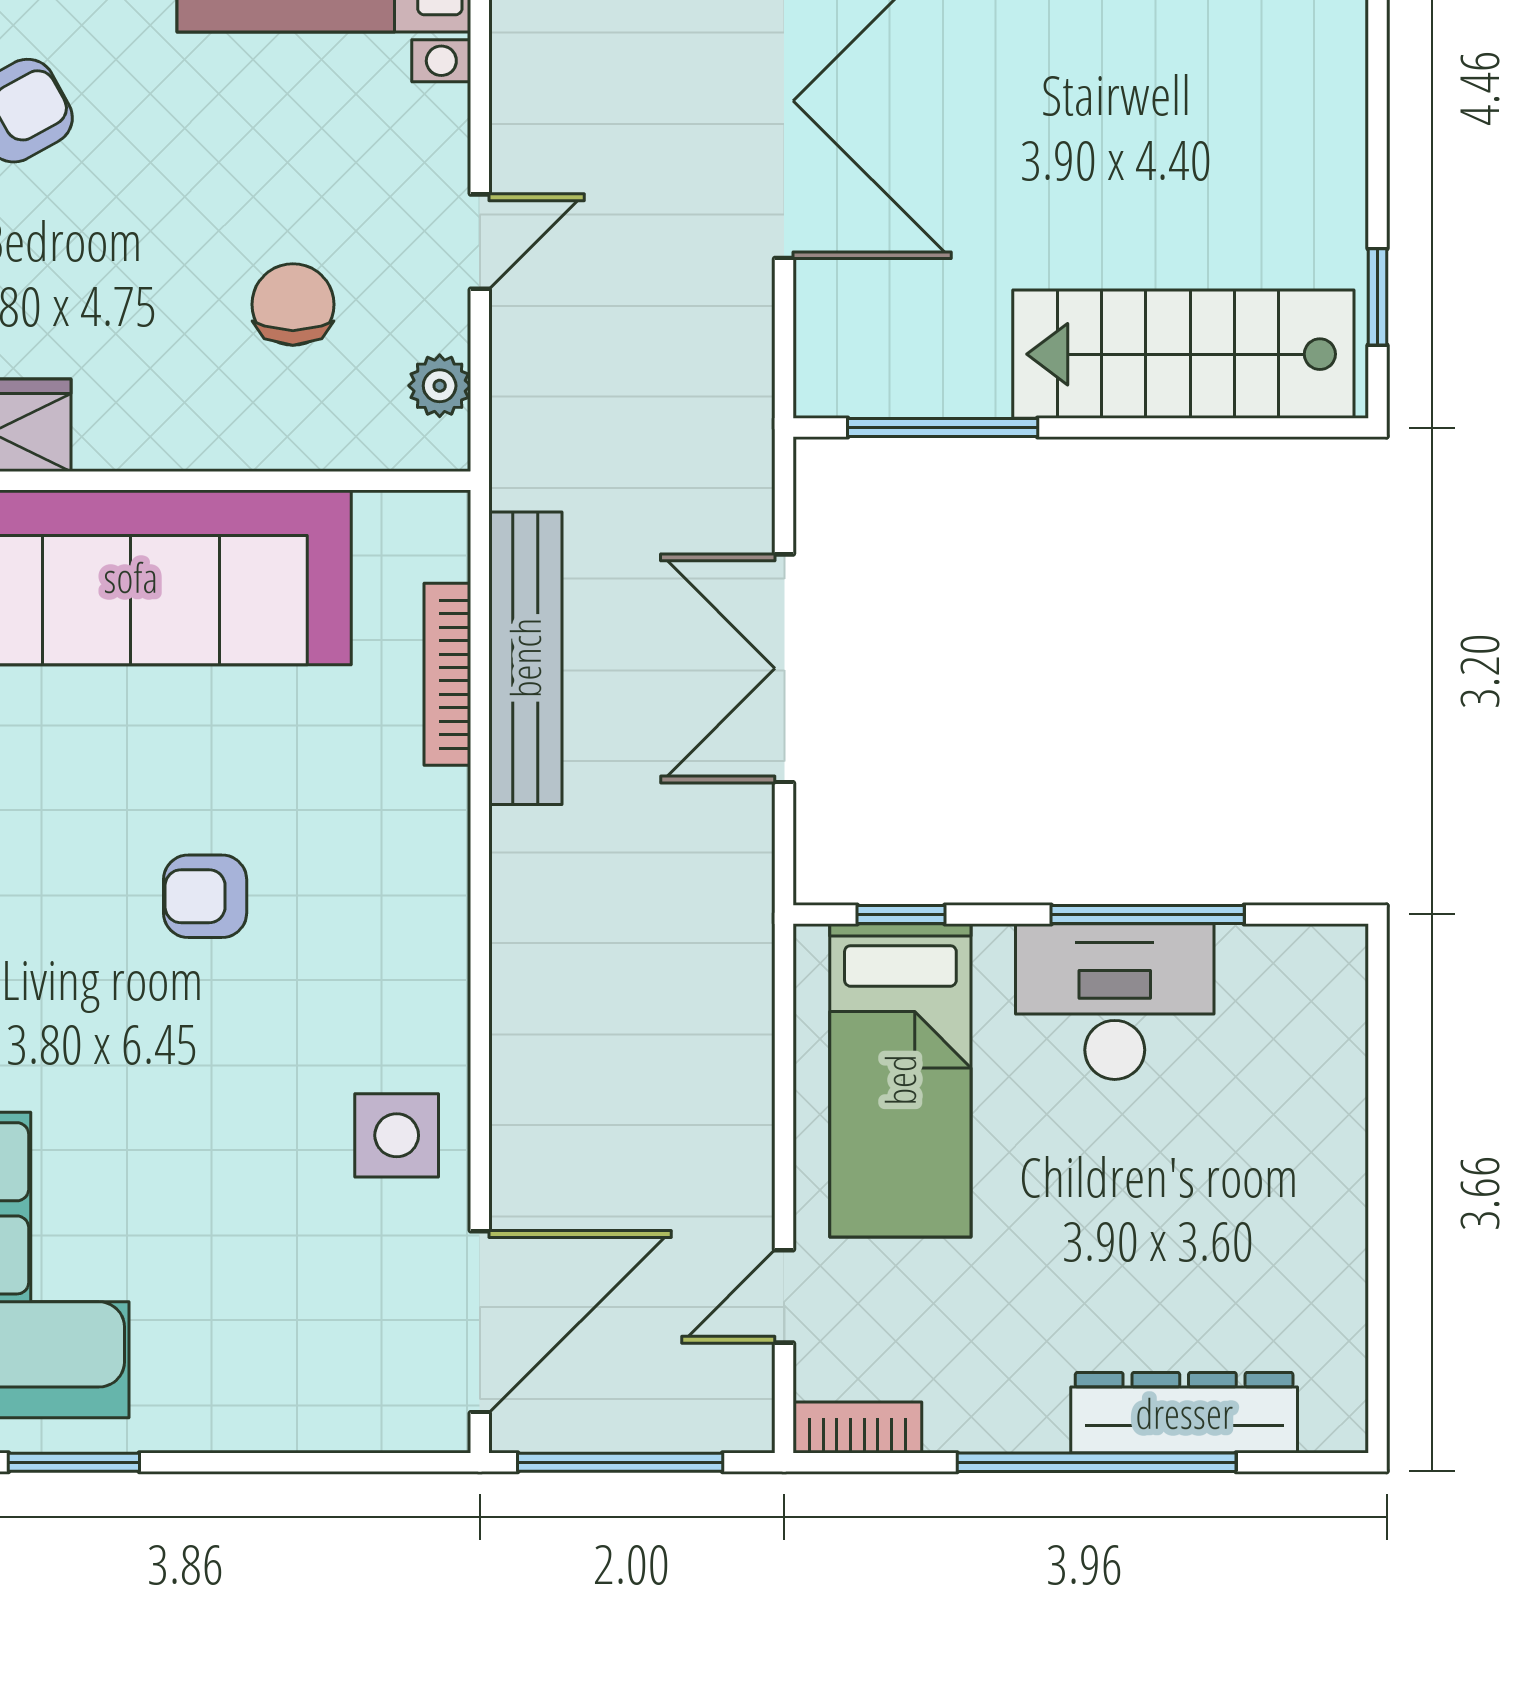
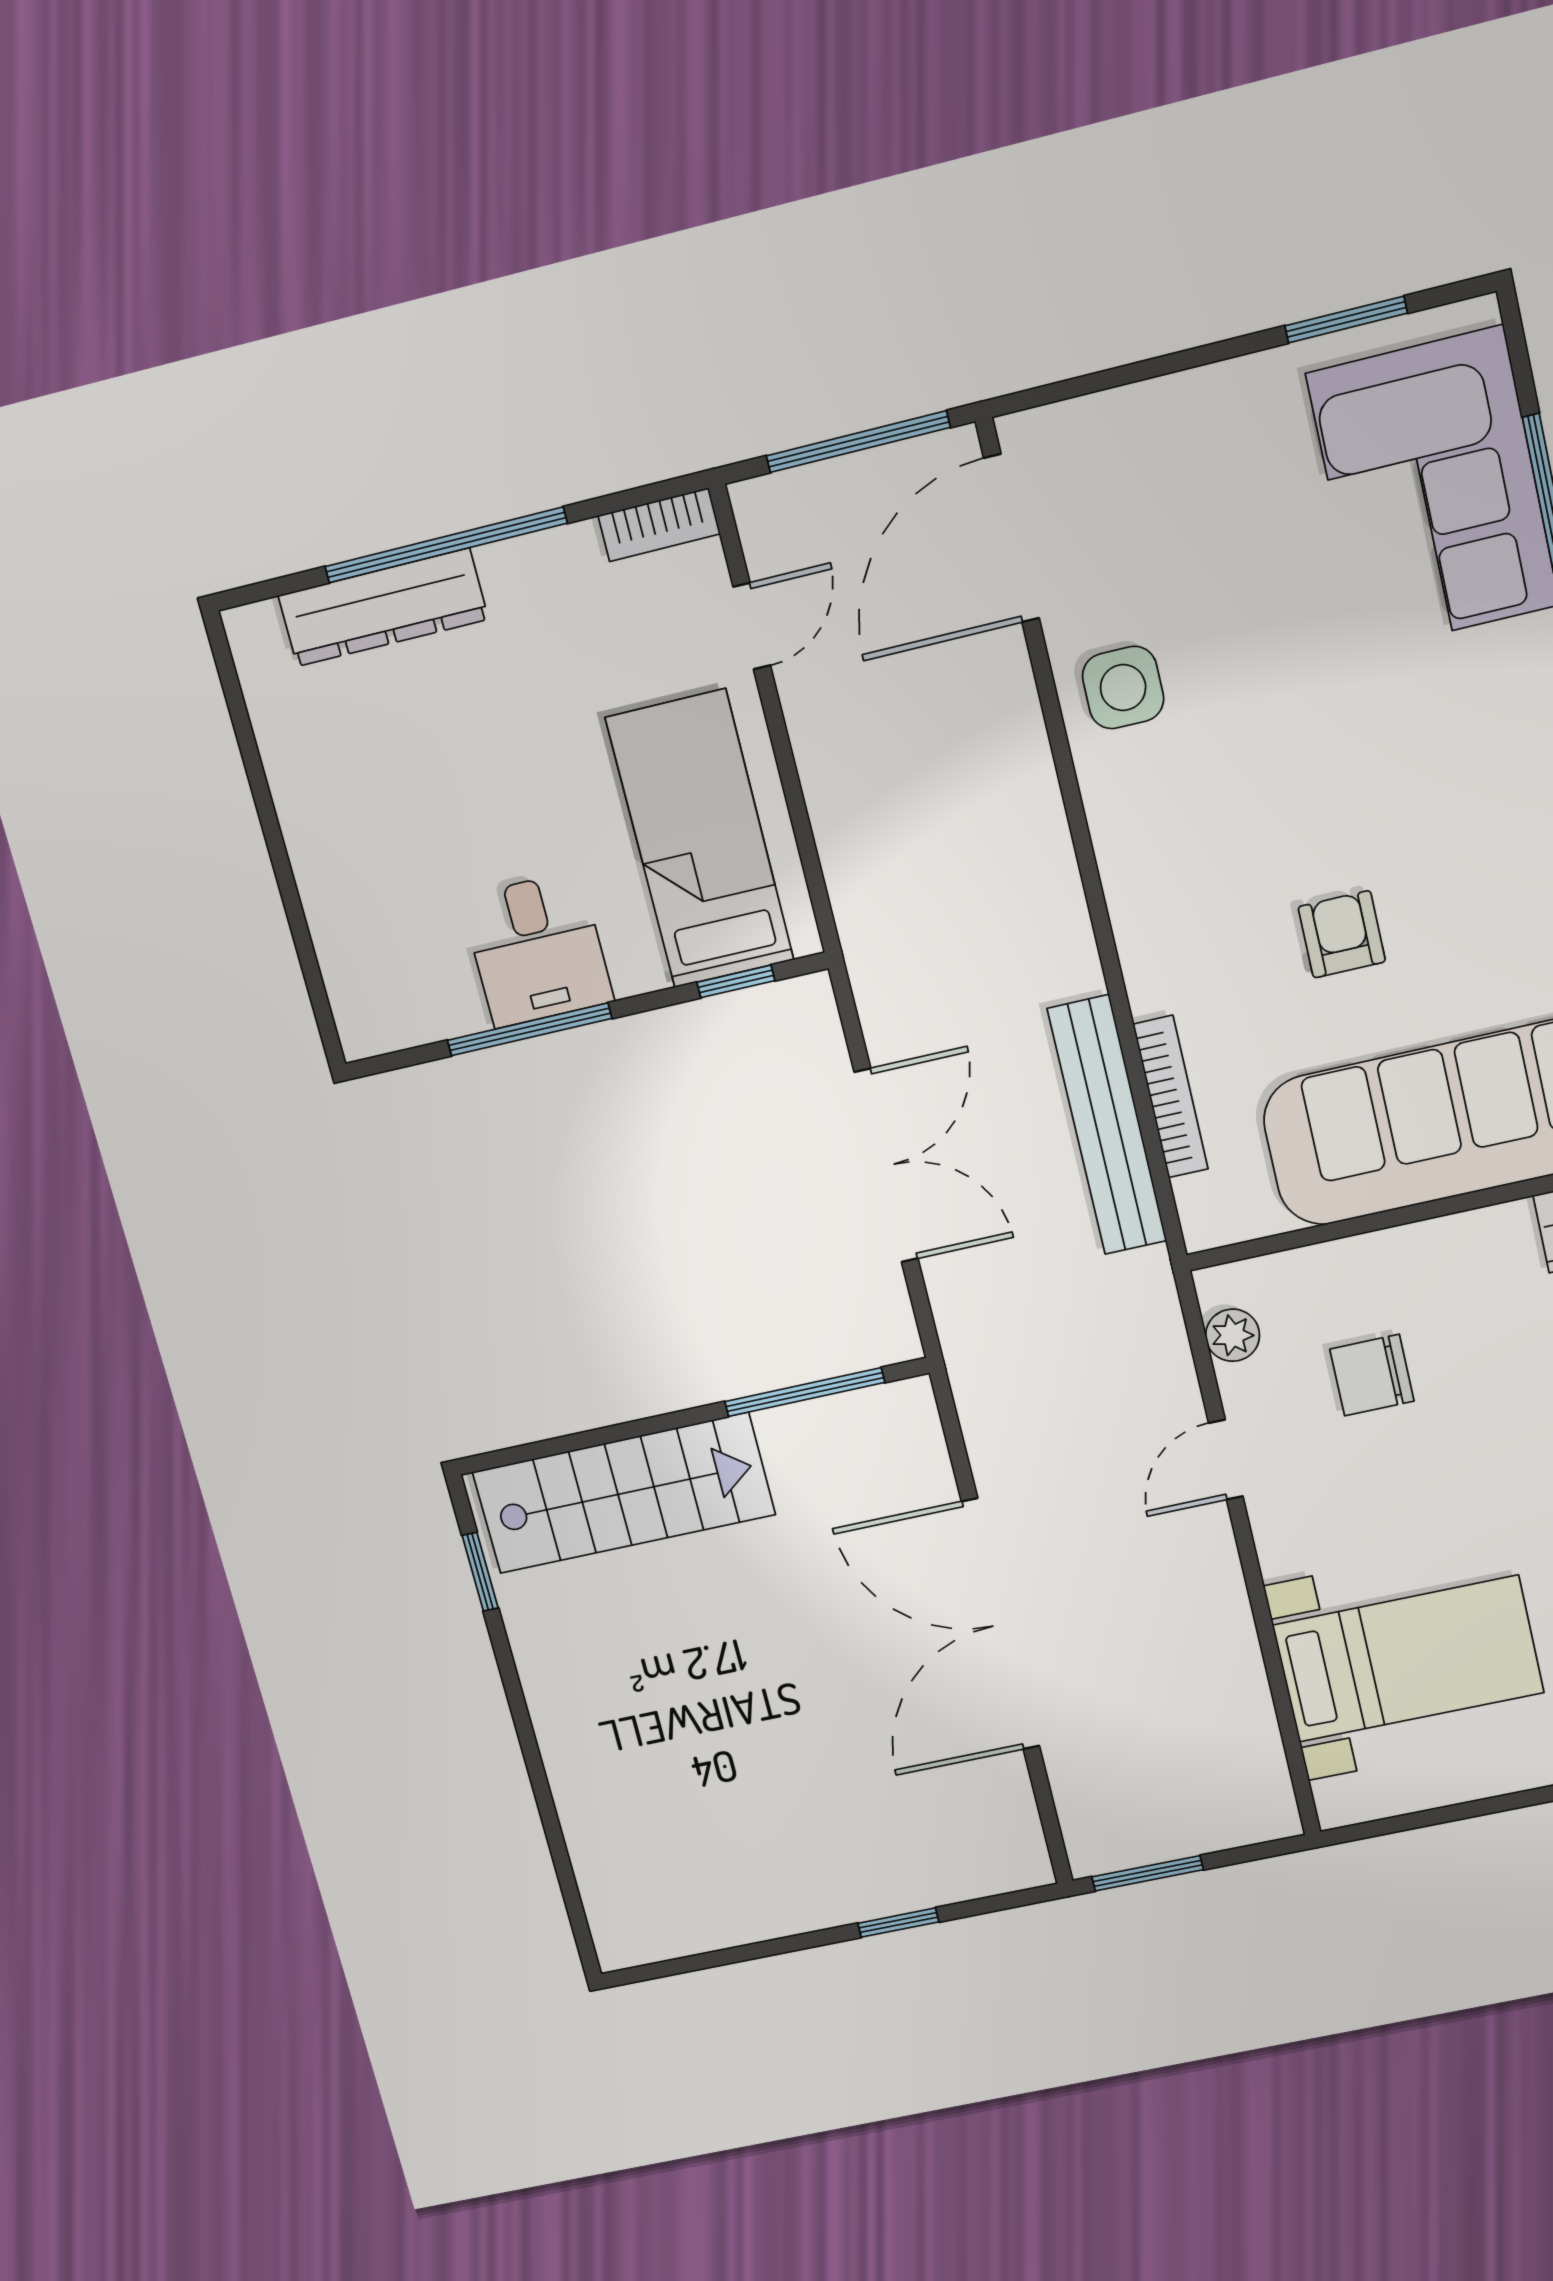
chair: (293, 304) -> (1372, 1375), turned 90
armchair: (205, 896) -> (1342, 934), moved, turned -90
desk: (1115, 1002) -> (537, 949), width x0.73

